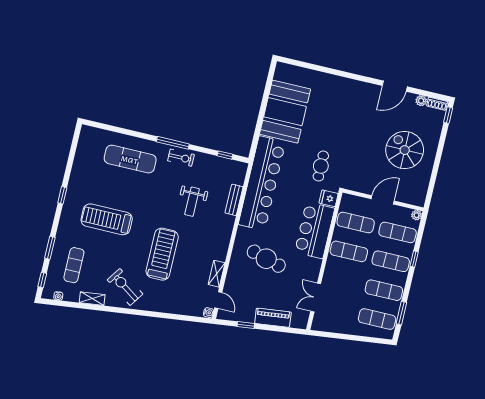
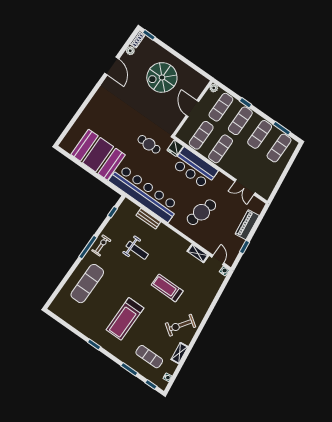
treadmill: (162, 254) -> (167, 288), width x0.73, depth x0.73
door: (218, 300) -> (218, 260), hinge flipped

